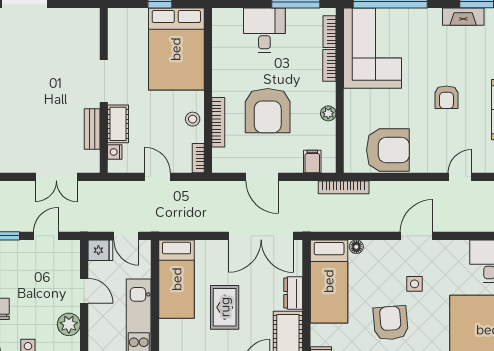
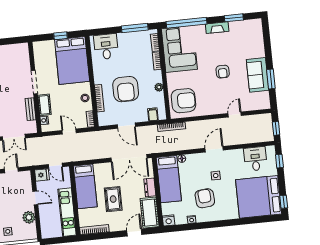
fireplace: (463, 17) -> (217, 28), moved
desk: (264, 30) -> (106, 47), moved
armchair: (388, 150) -> (183, 101), moved

